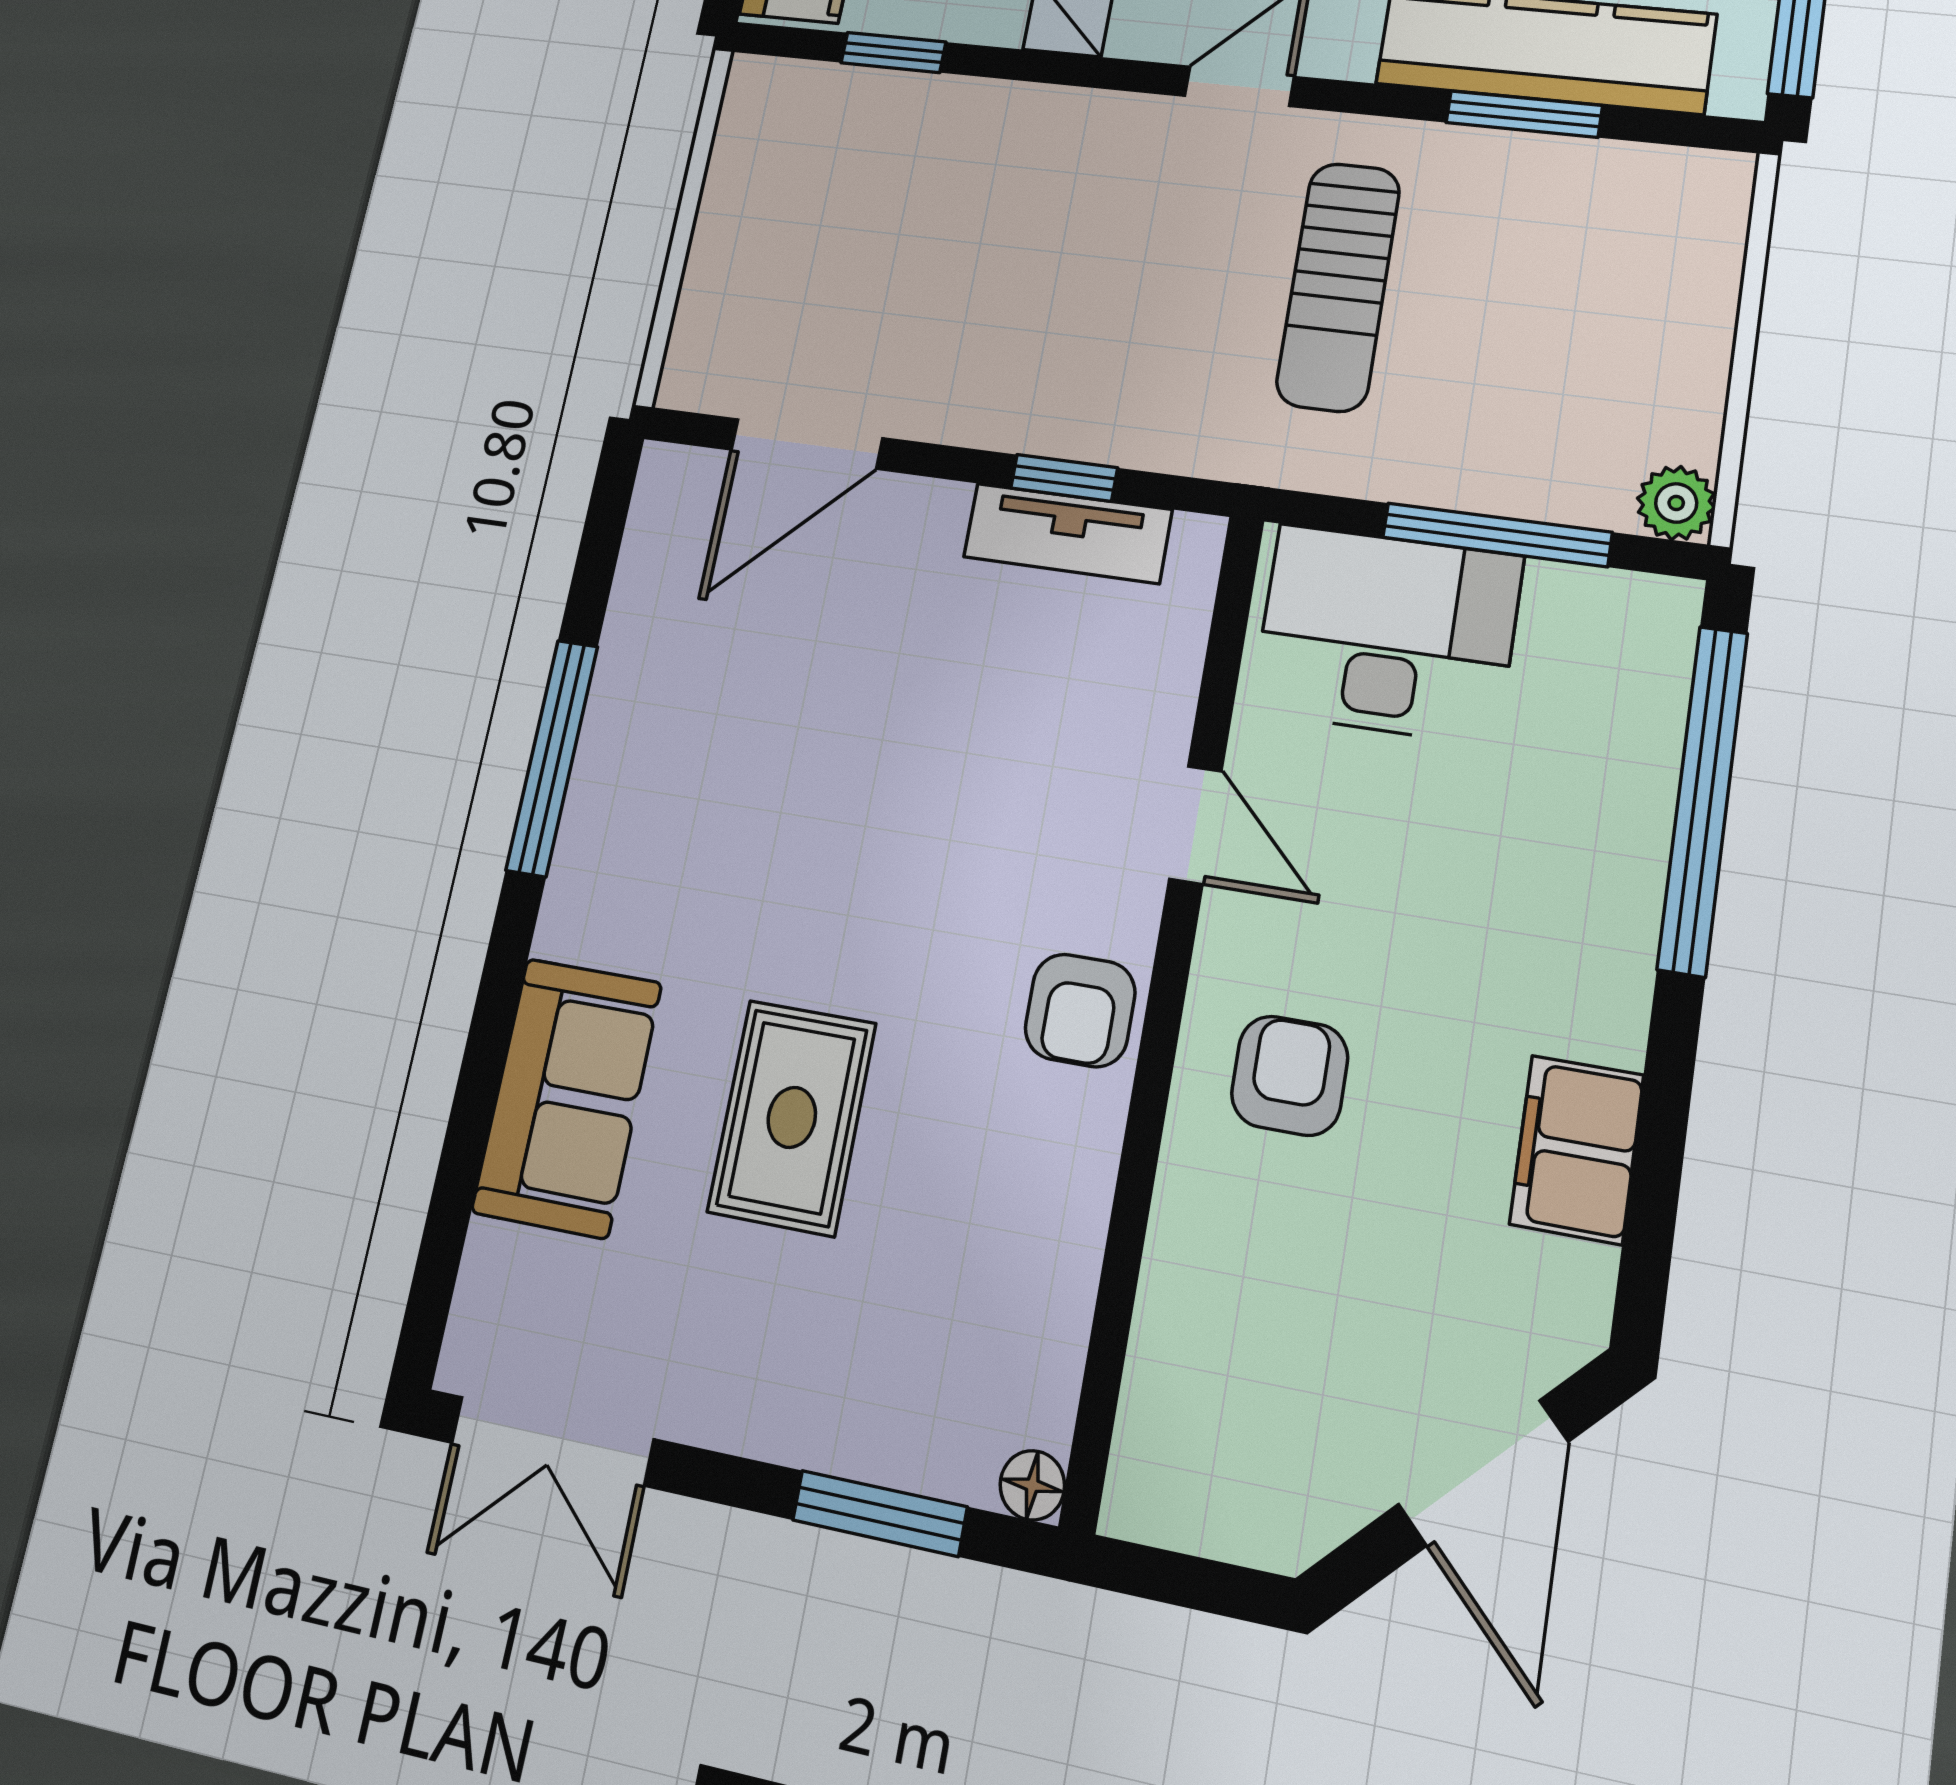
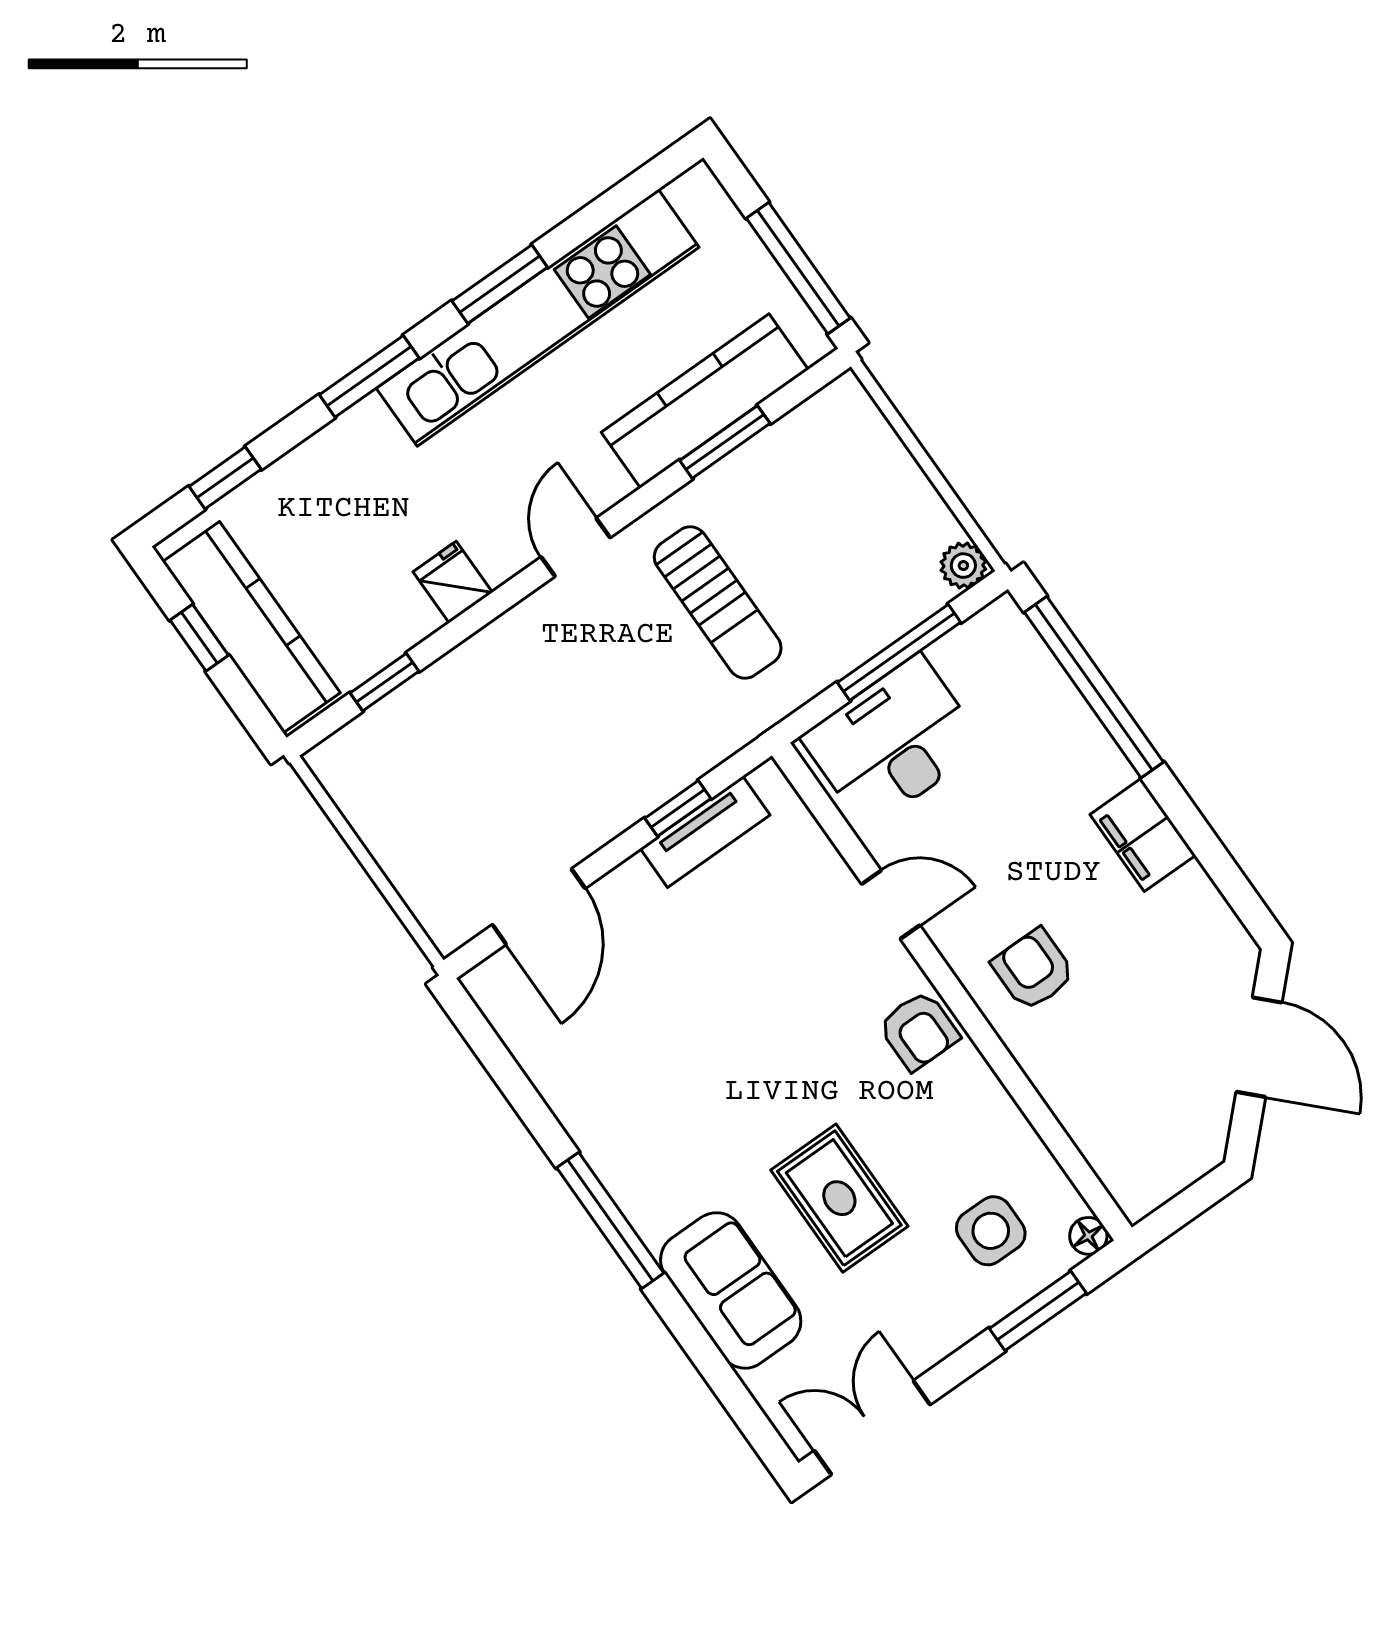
window: (552, 758) -> (610, 1220), moved
filing cabinet: (1577, 1149) -> (1143, 835), moved
side table: (923, 1349) -> (991, 1231), added
double door: (552, 1441) -> (872, 1428), swing flipped

